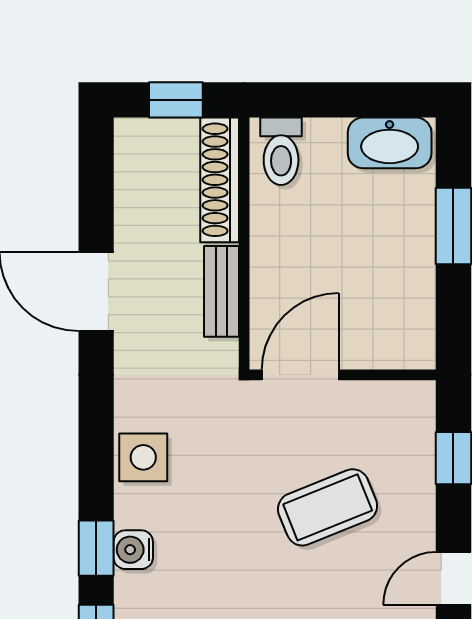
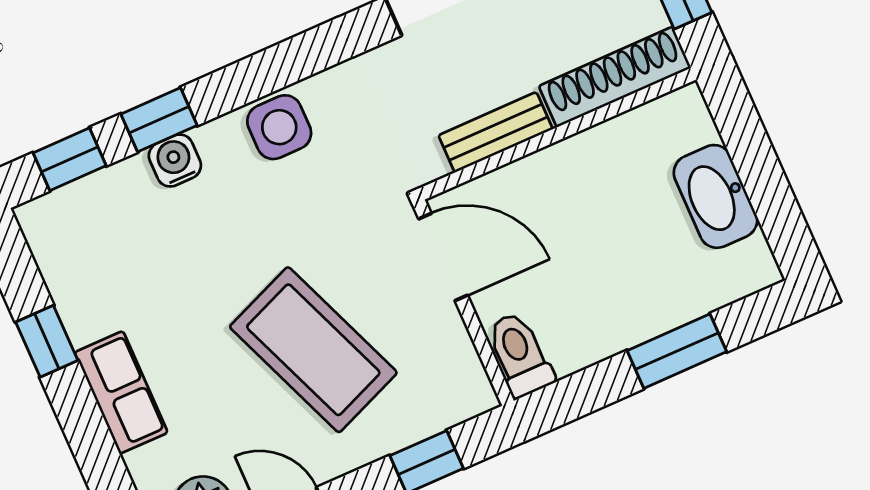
washbasin: (390, 143) -> (715, 196), moved
toilet: (281, 151) -> (520, 354), moved, turned 90
coffee table: (328, 507) -> (313, 350), width x1.36, depth x1.32

